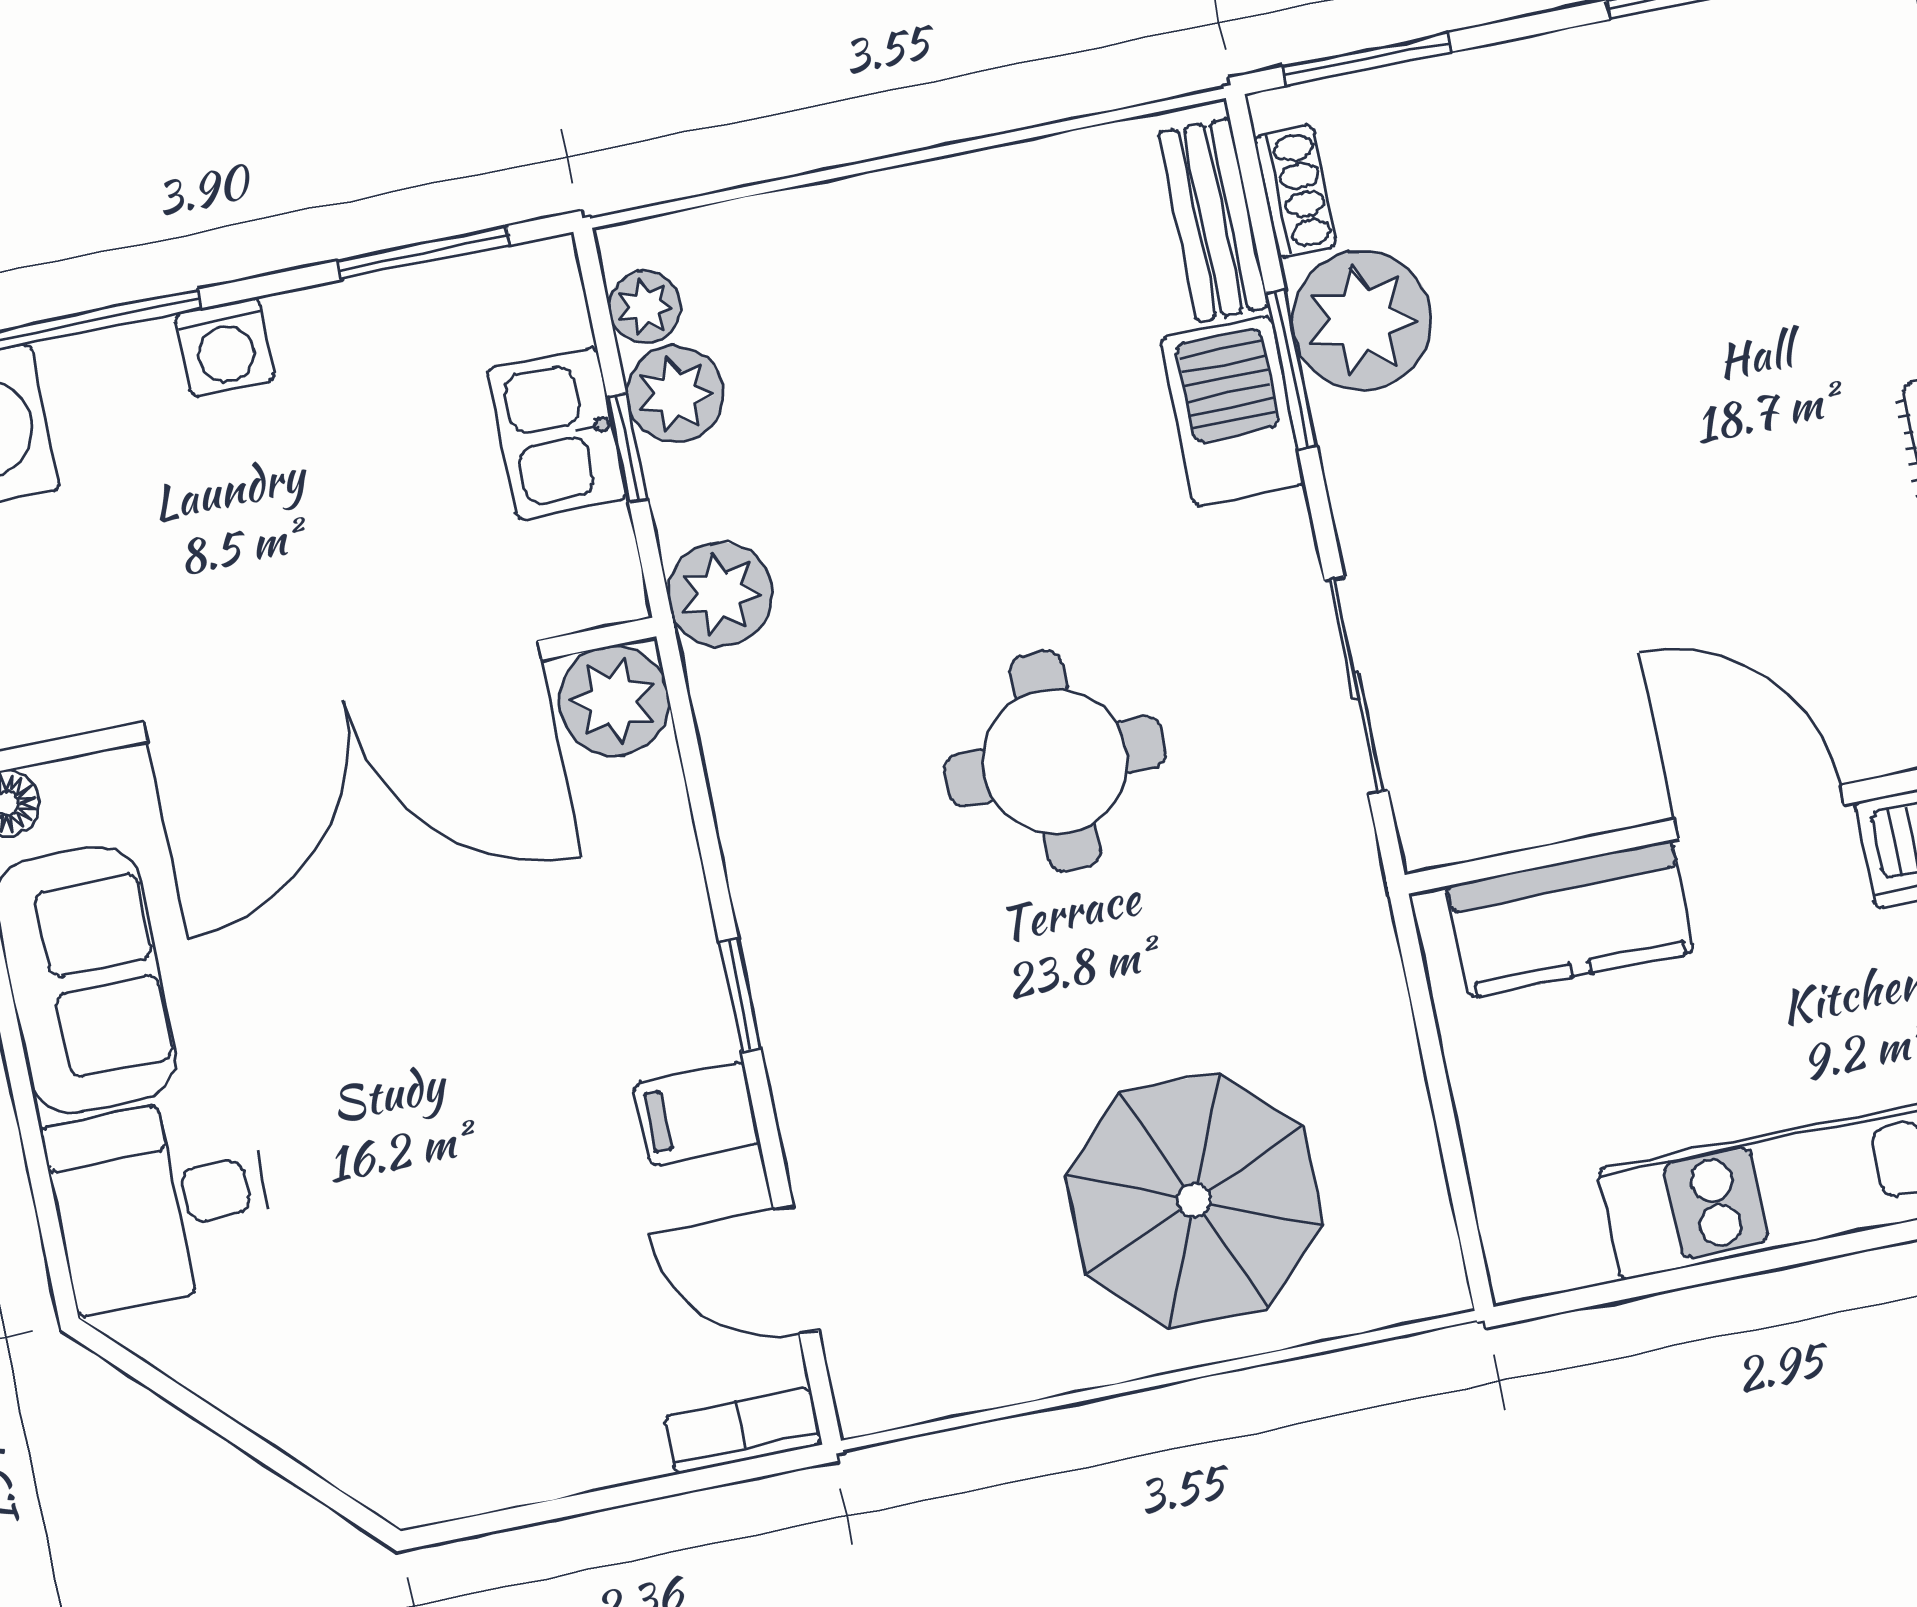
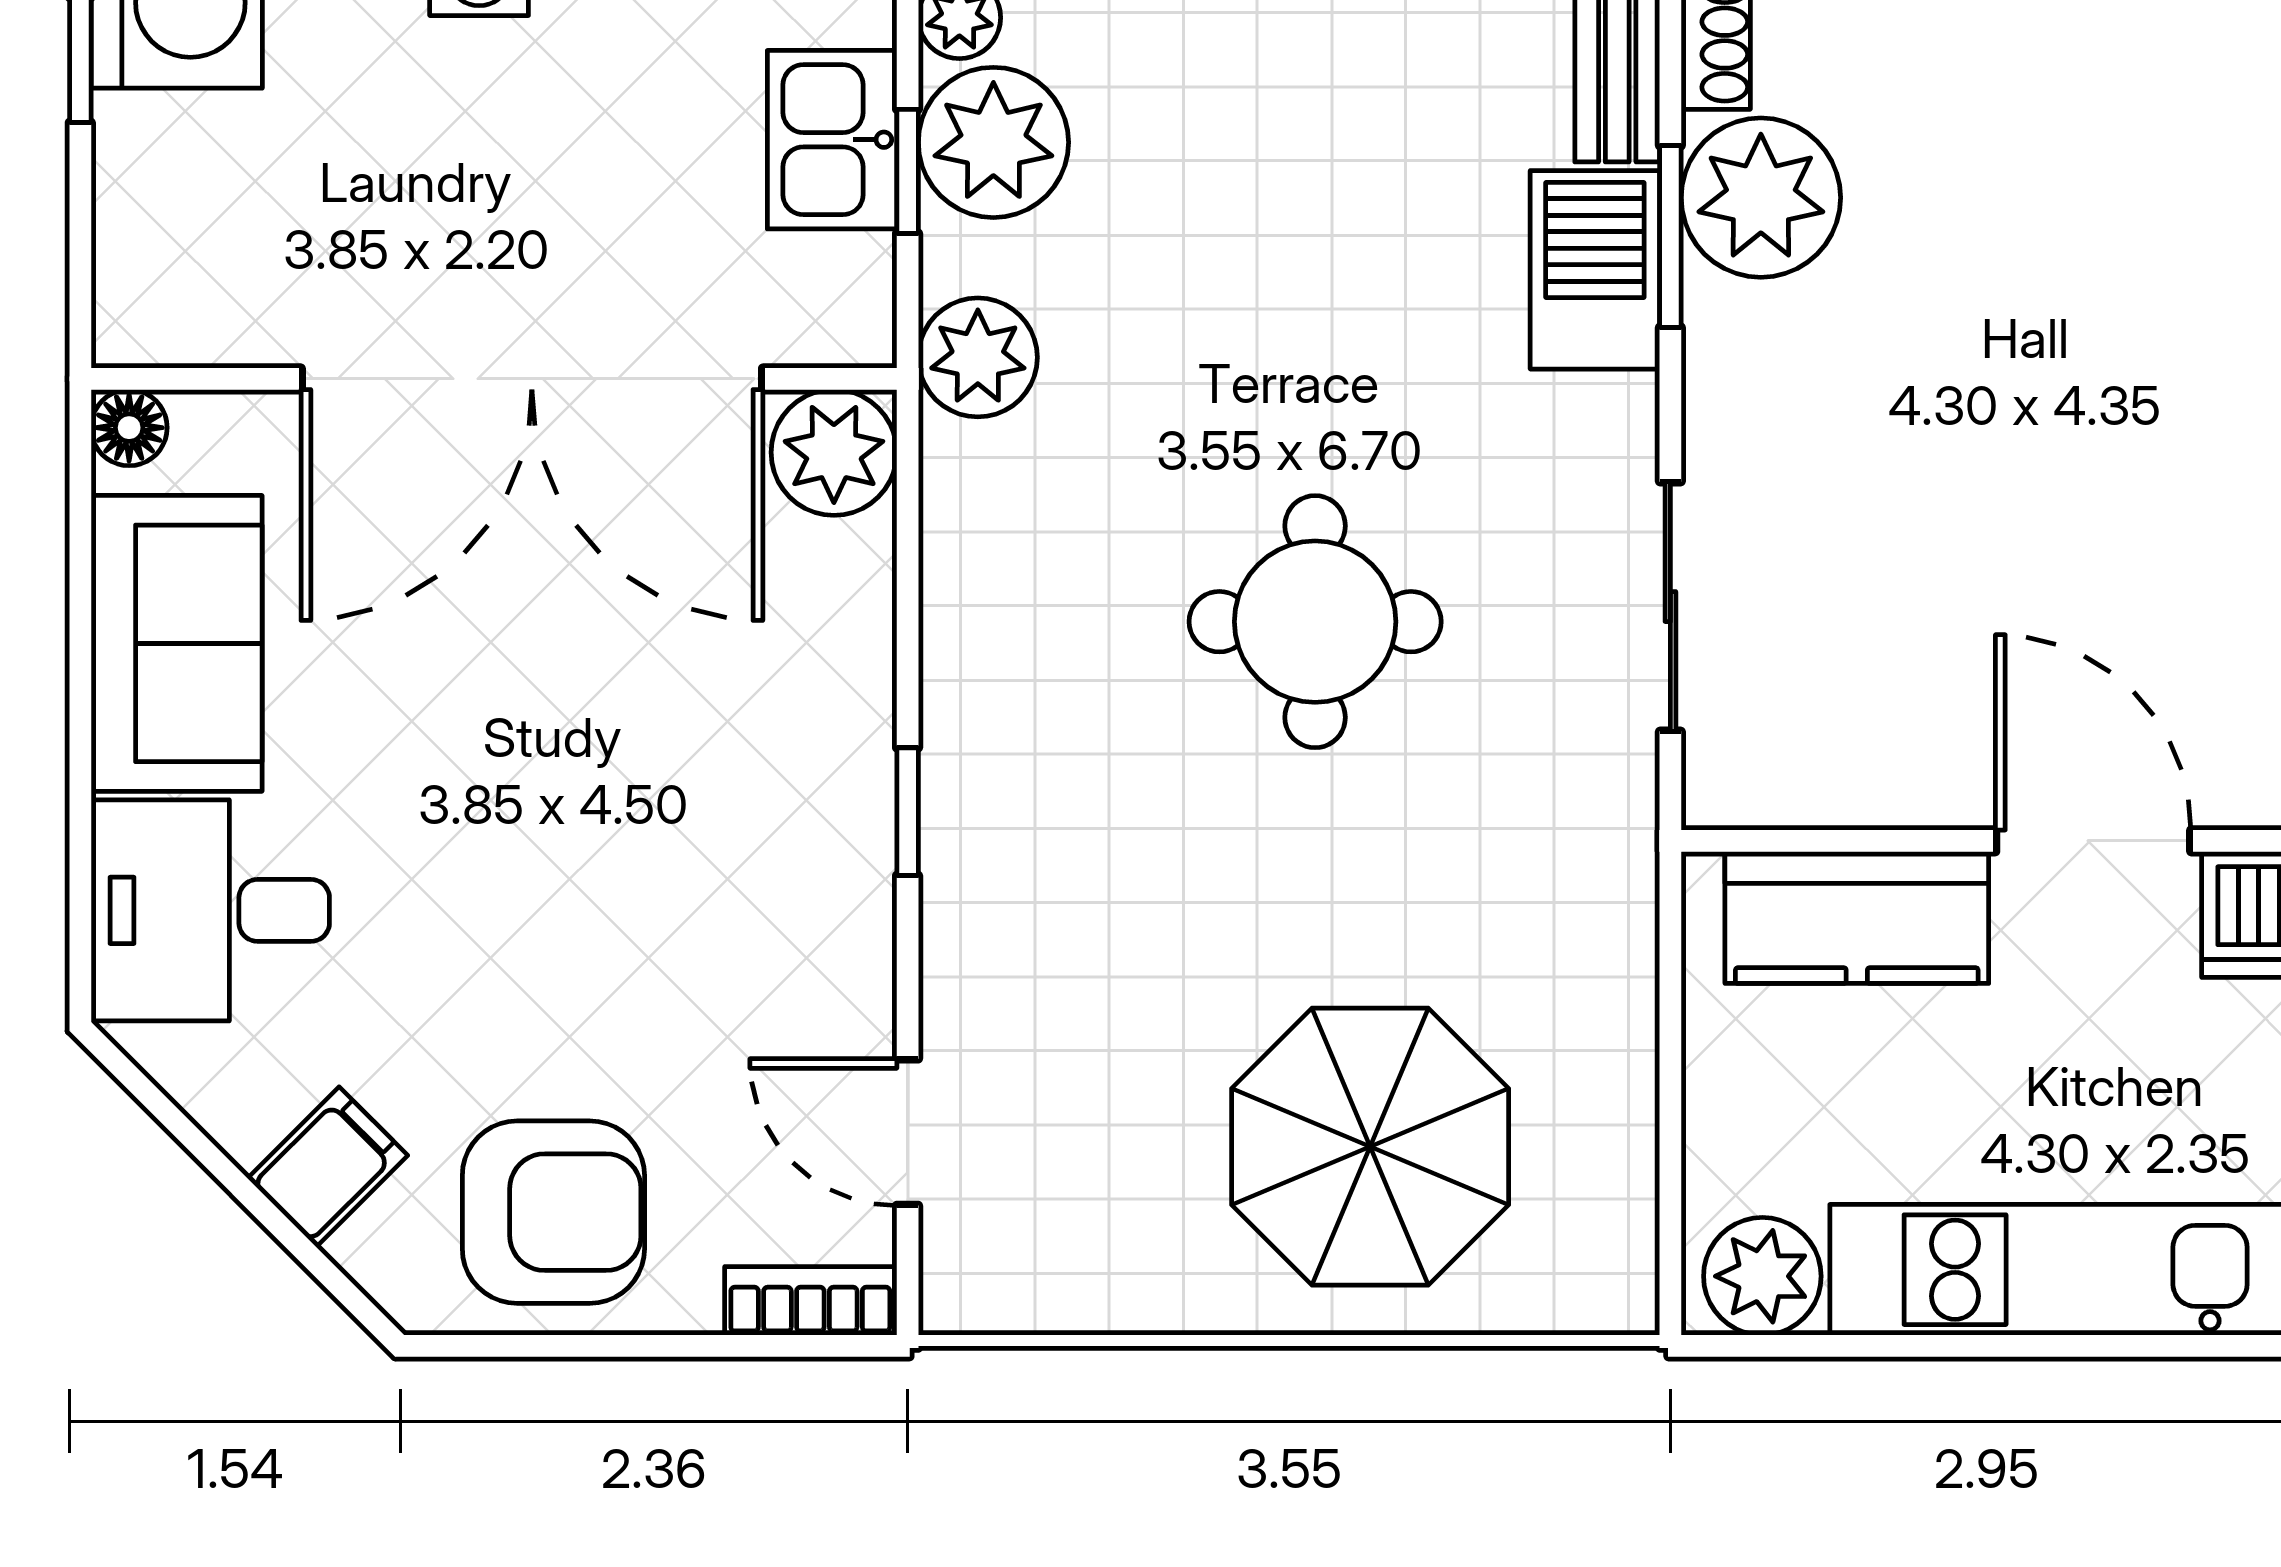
plant: (675, 394) -> (993, 142), width x1.36, depth x1.36
filing cabinet: (697, 1113) -> (328, 1167), moved, turned 135
plant: (1553, 1242) -> (1762, 1276), added
armchair: (507, 1400) -> (553, 1212), added

